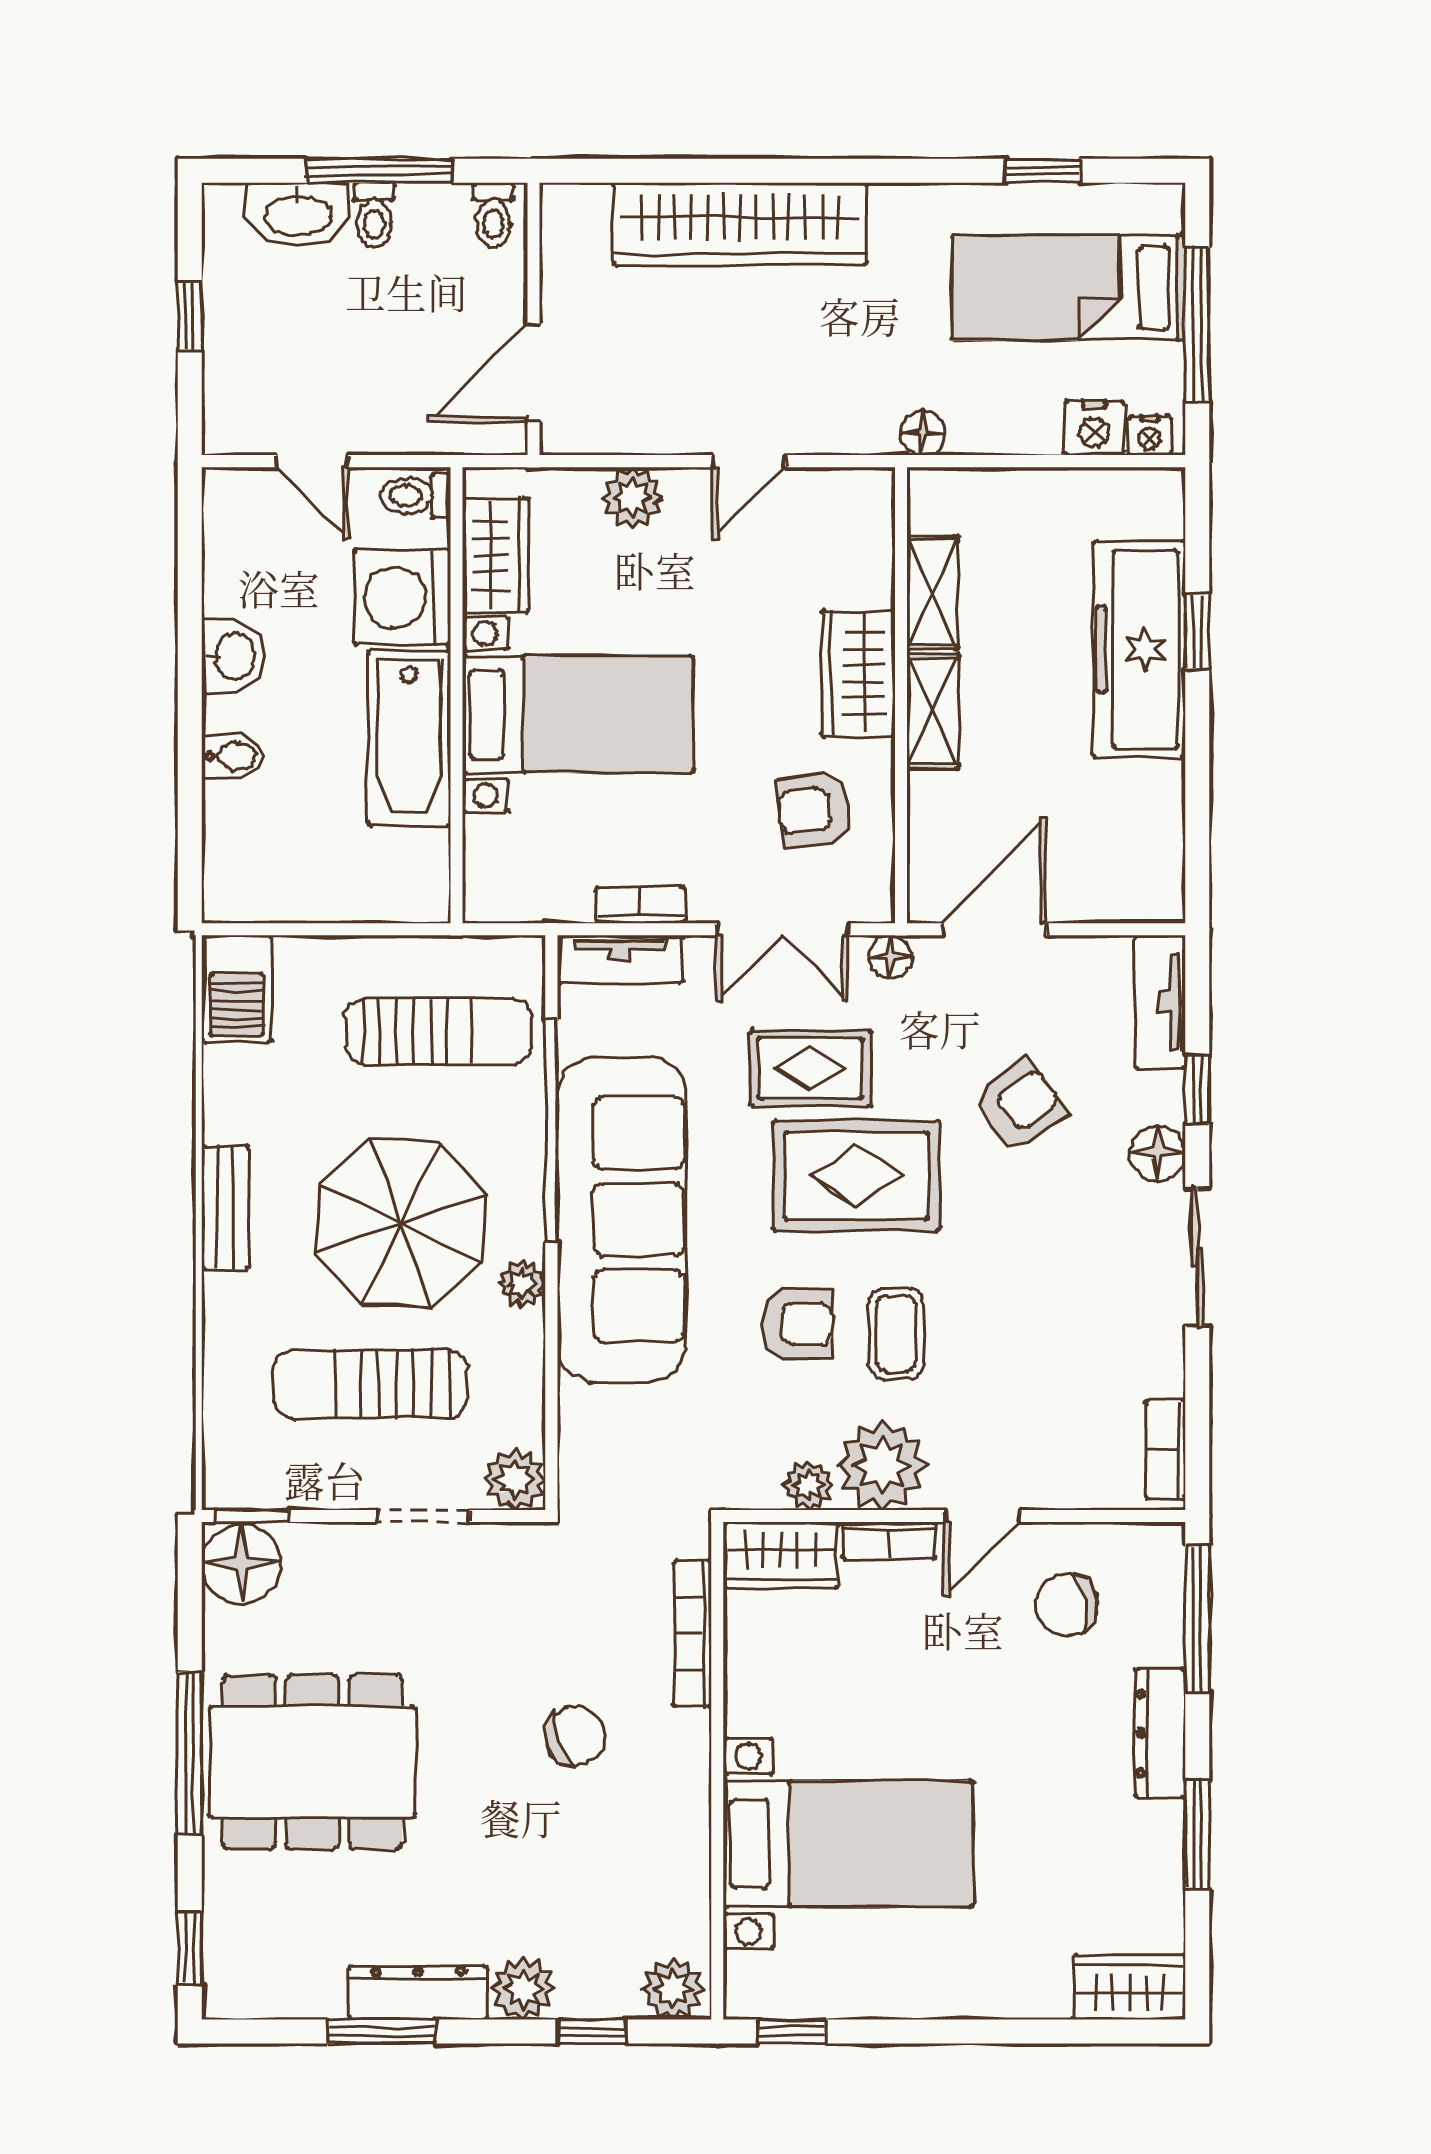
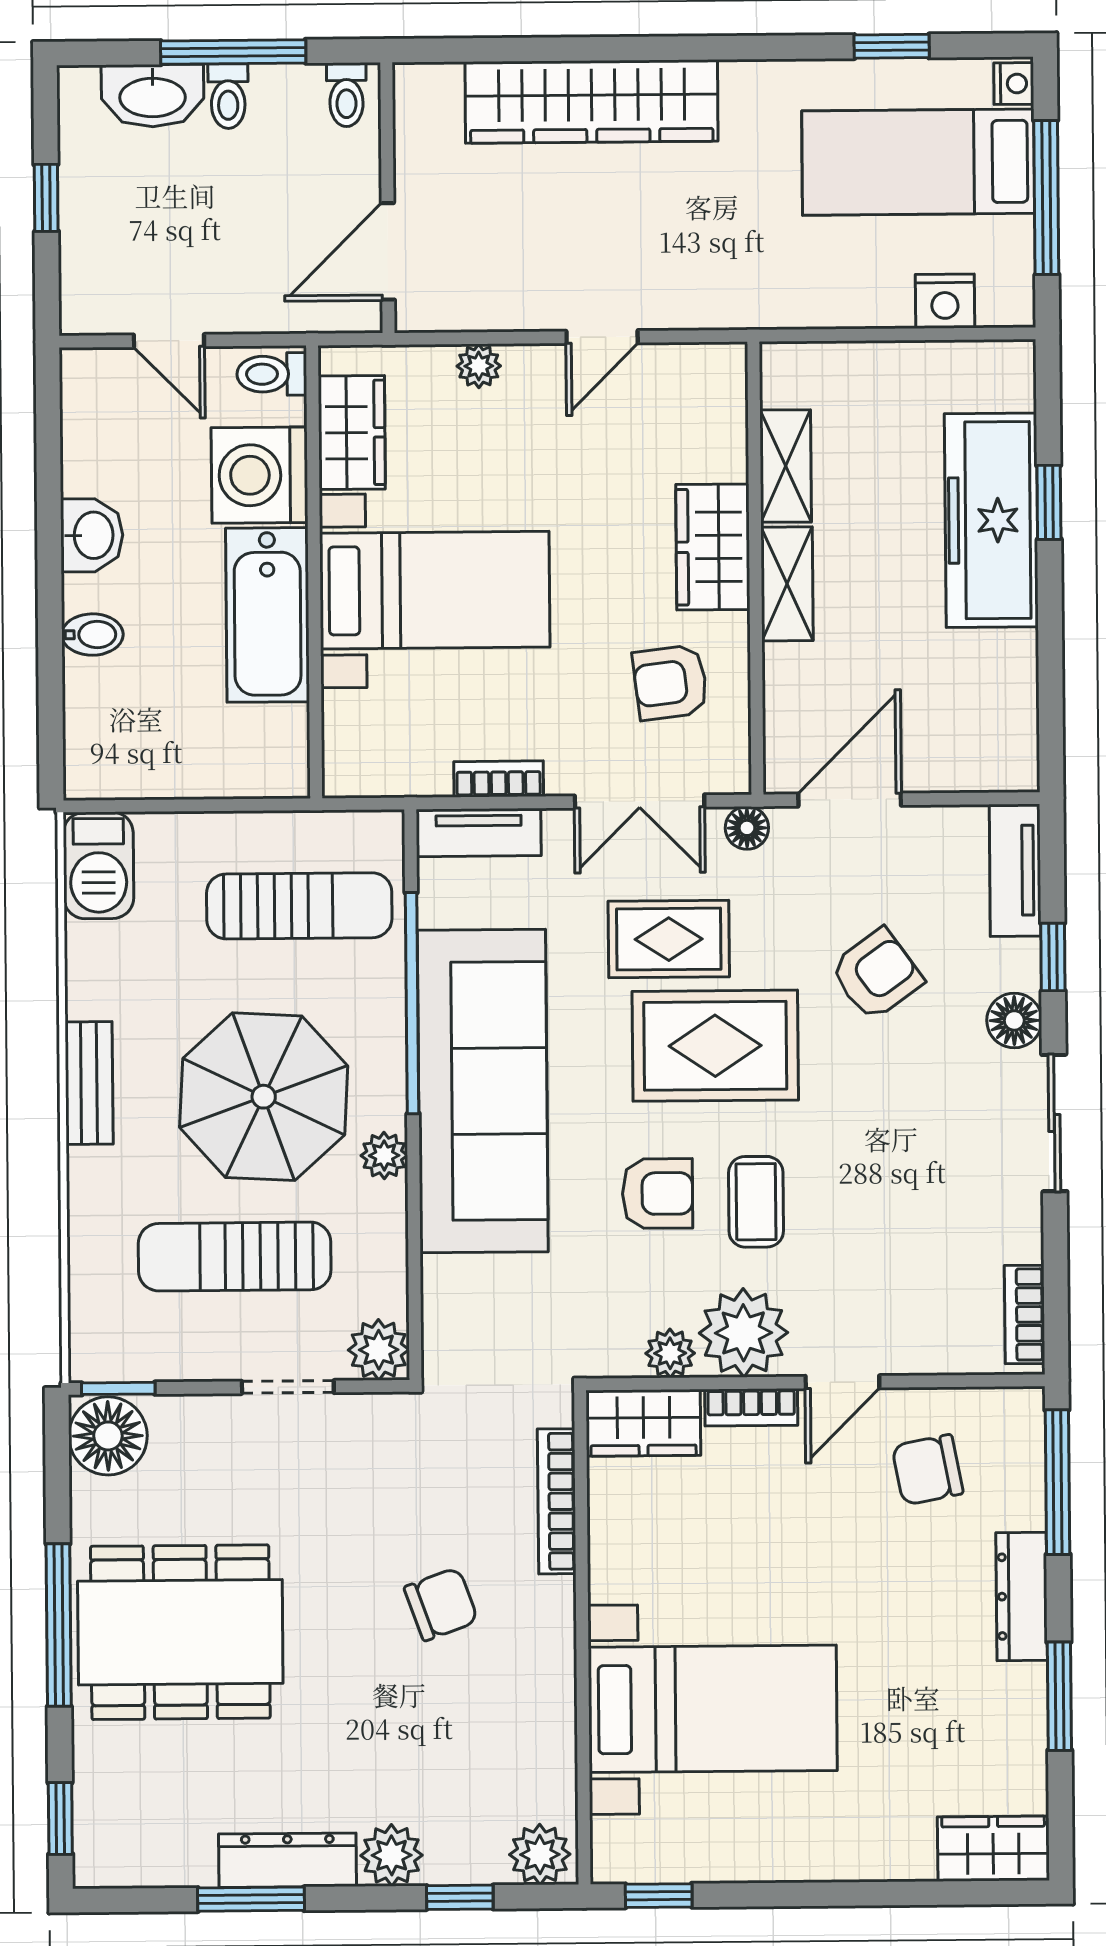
floor lamp: (923, 433) -> (775, 308), removed
nightstand: (1150, 435) -> (1014, 84), moved, turned -90
plant: (632, 497) -> (479, 366), width x0.73, depth x0.73

